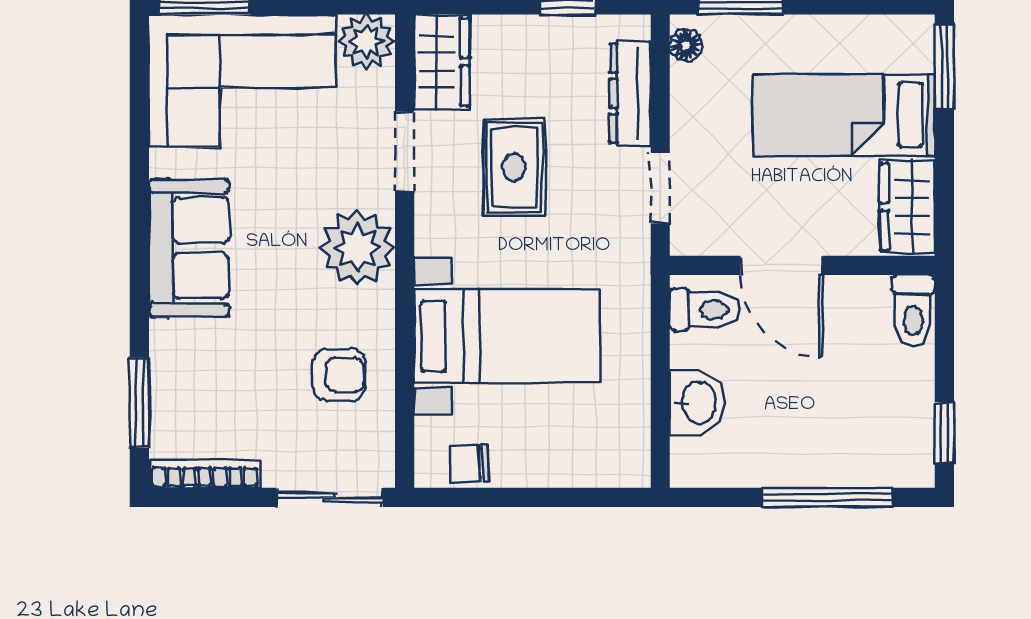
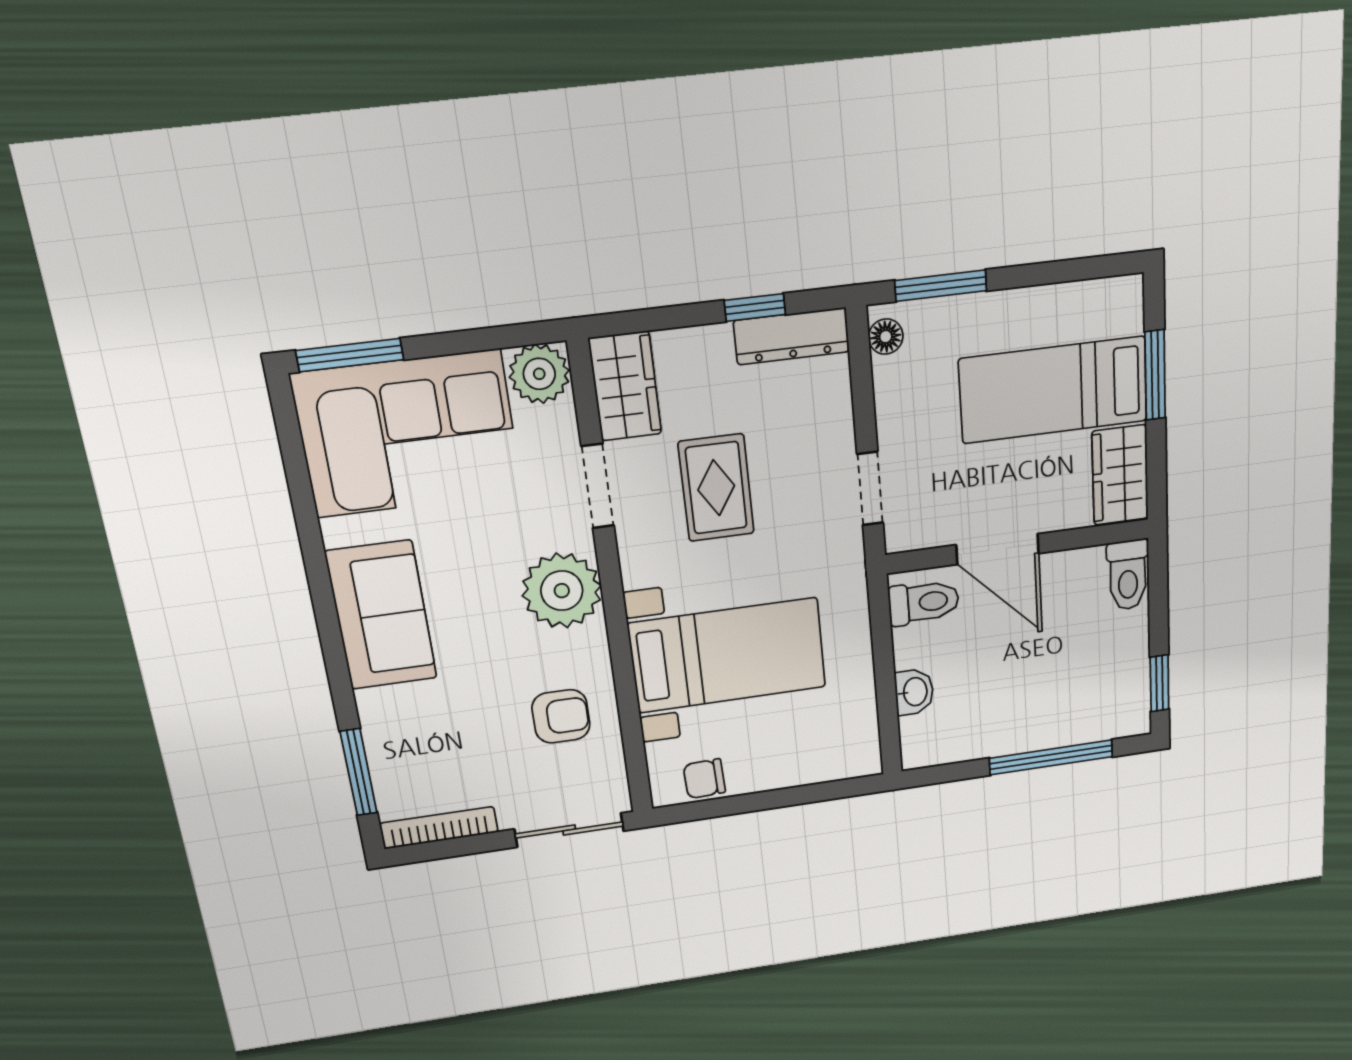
window: (944, 67) -> (1155, 375), moved
dresser: (630, 93) -> (792, 336), moved, turned -90
washbasin: (697, 403) -> (914, 692), width x0.72, depth x0.69

